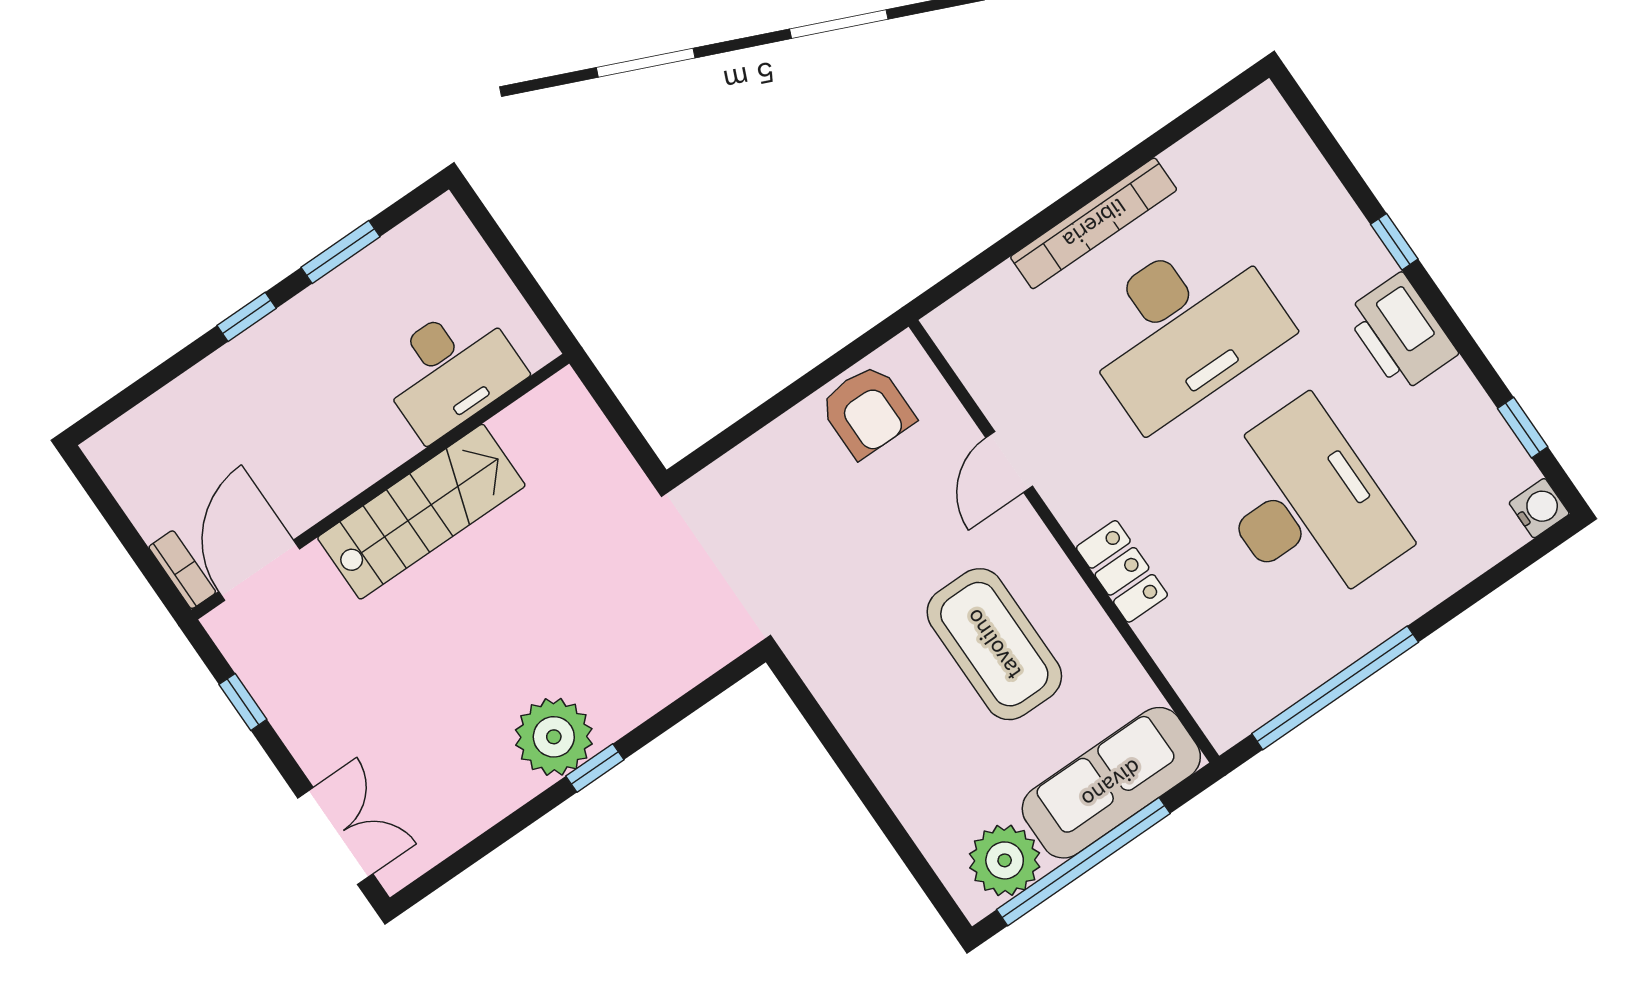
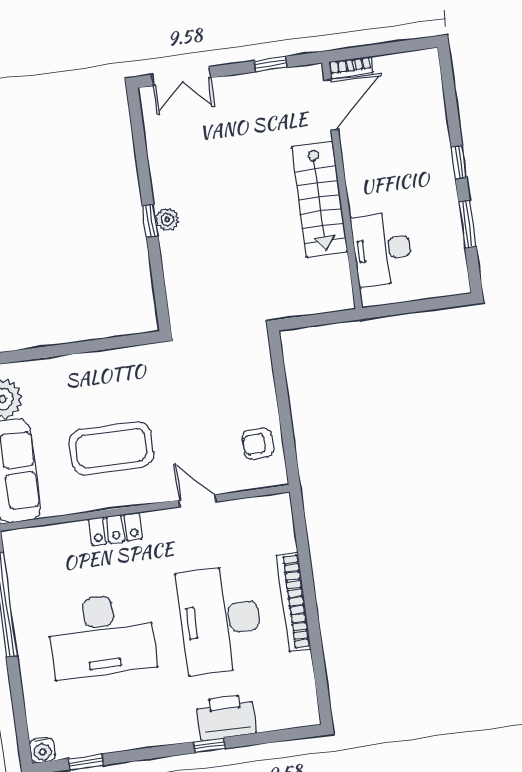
printer: (1401, 333) -> (226, 717), moved
armchair: (867, 411) -> (258, 444), width x0.72, depth x0.72
door: (259, 570) -> (331, 105), hinge flipped
plant: (554, 737) -> (167, 220), width x0.53, depth x0.53

